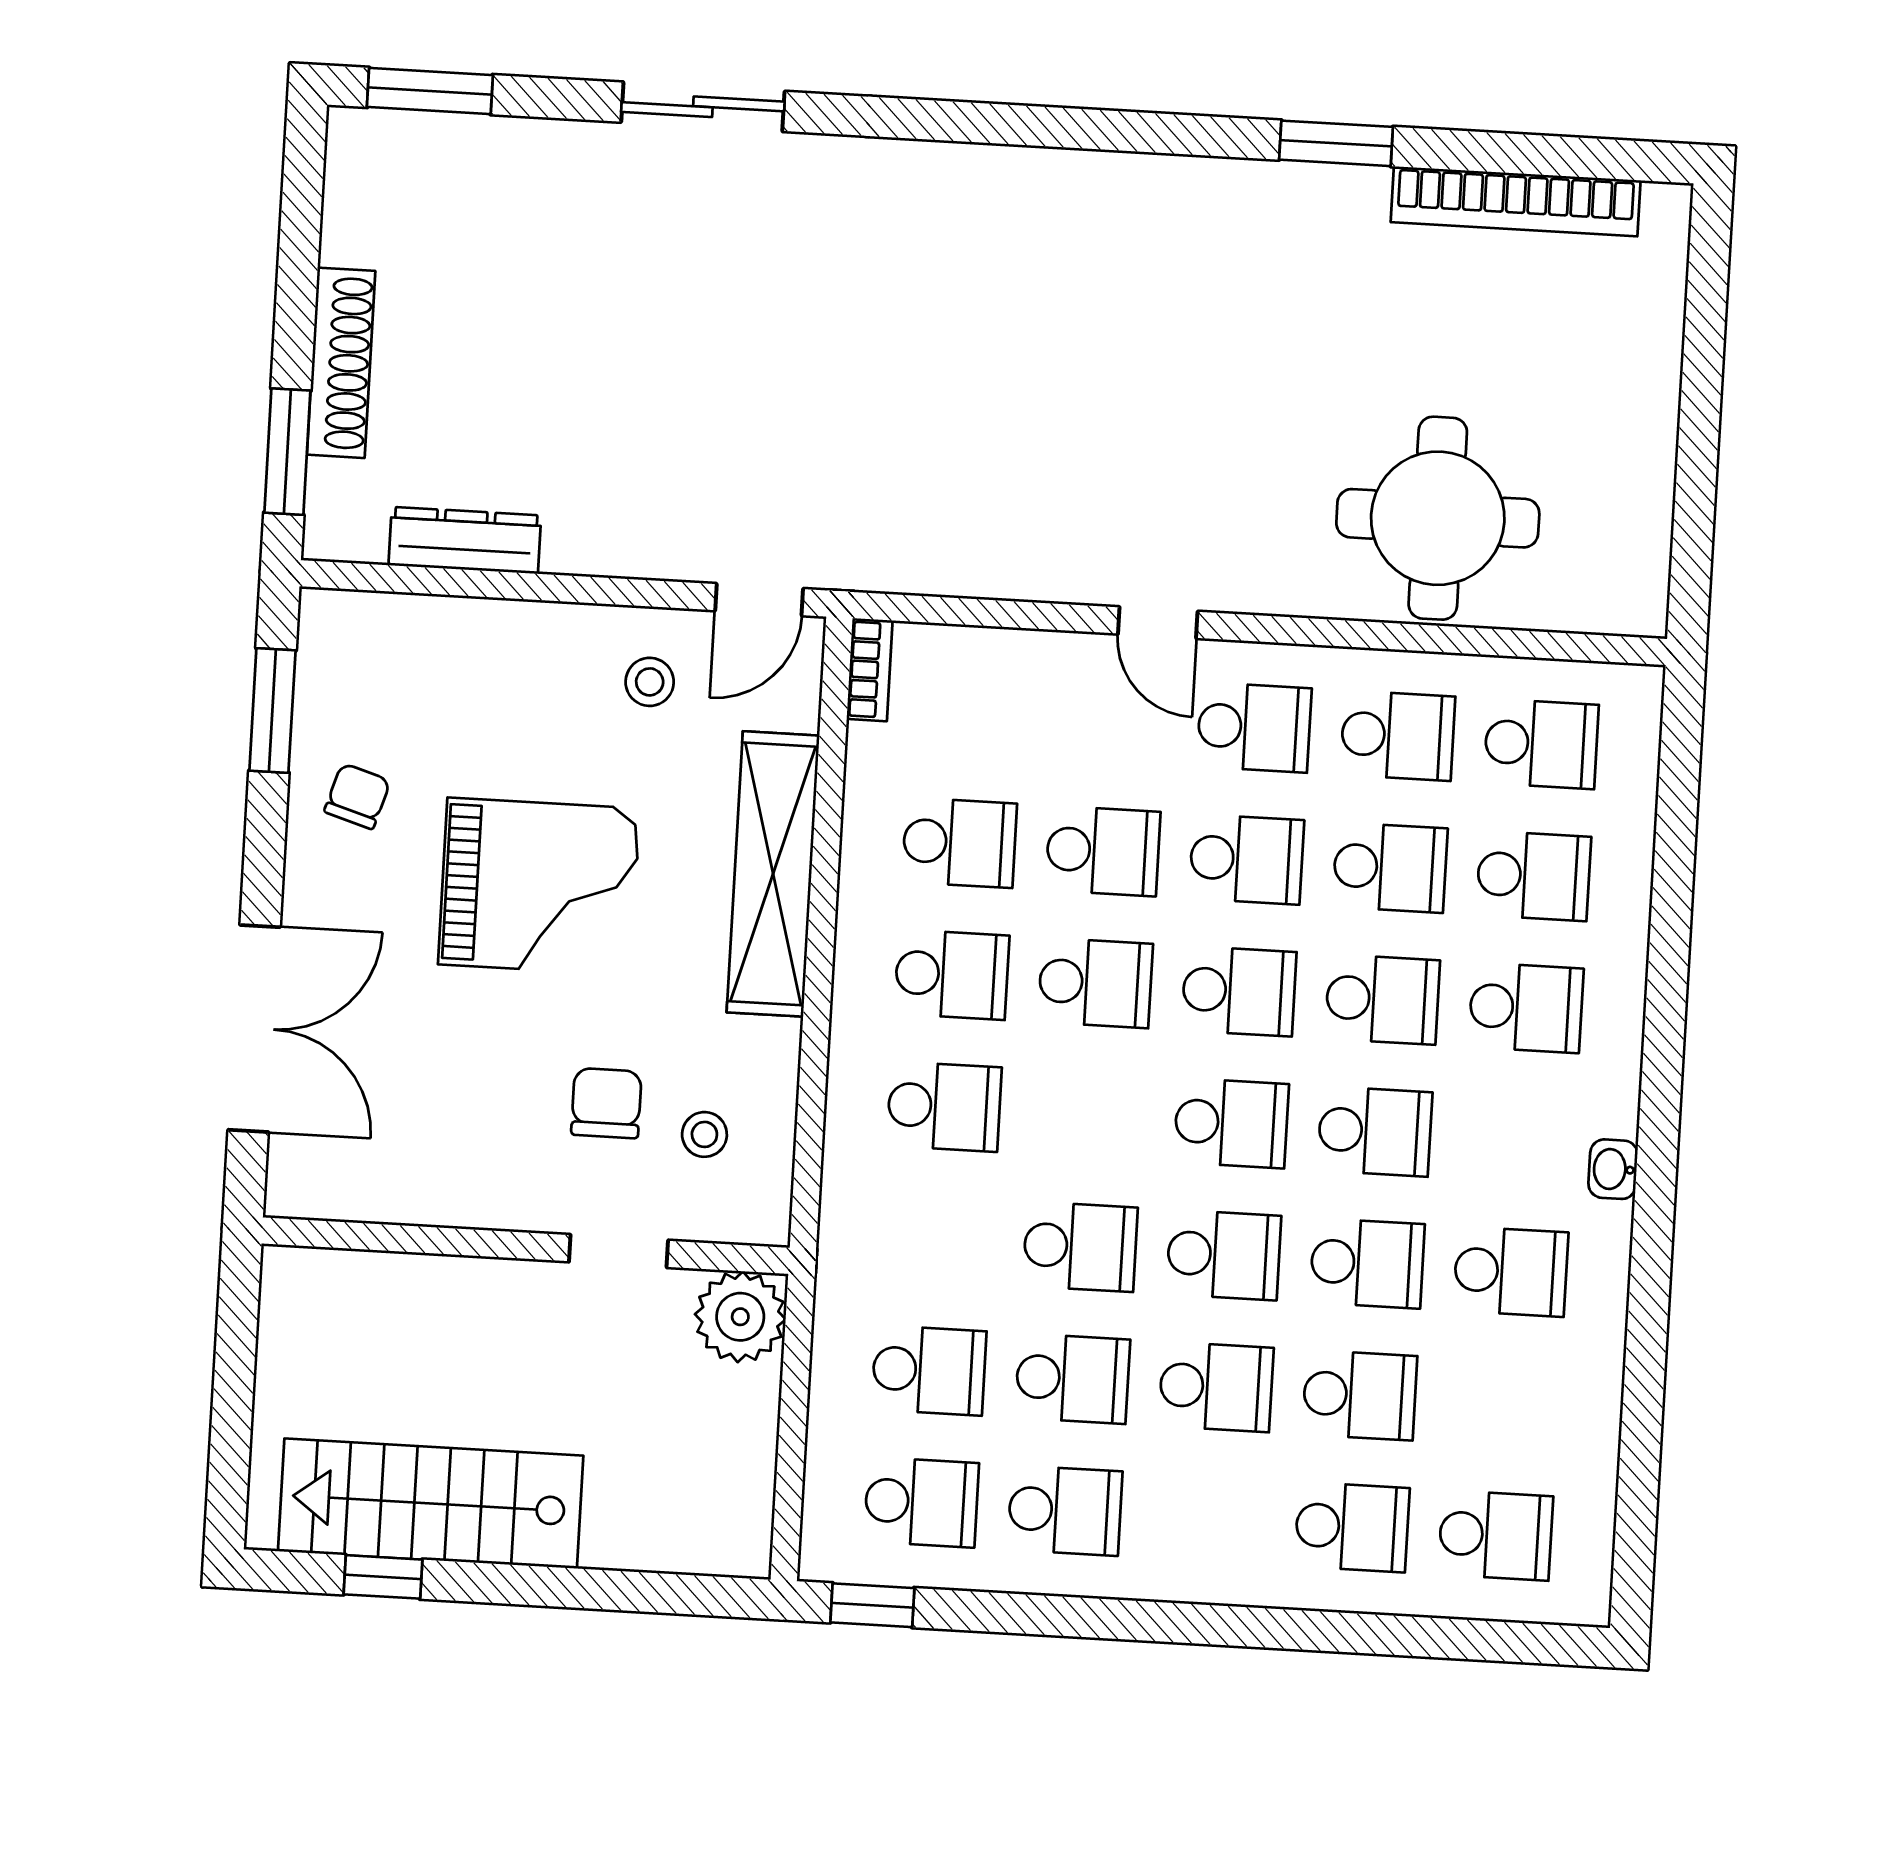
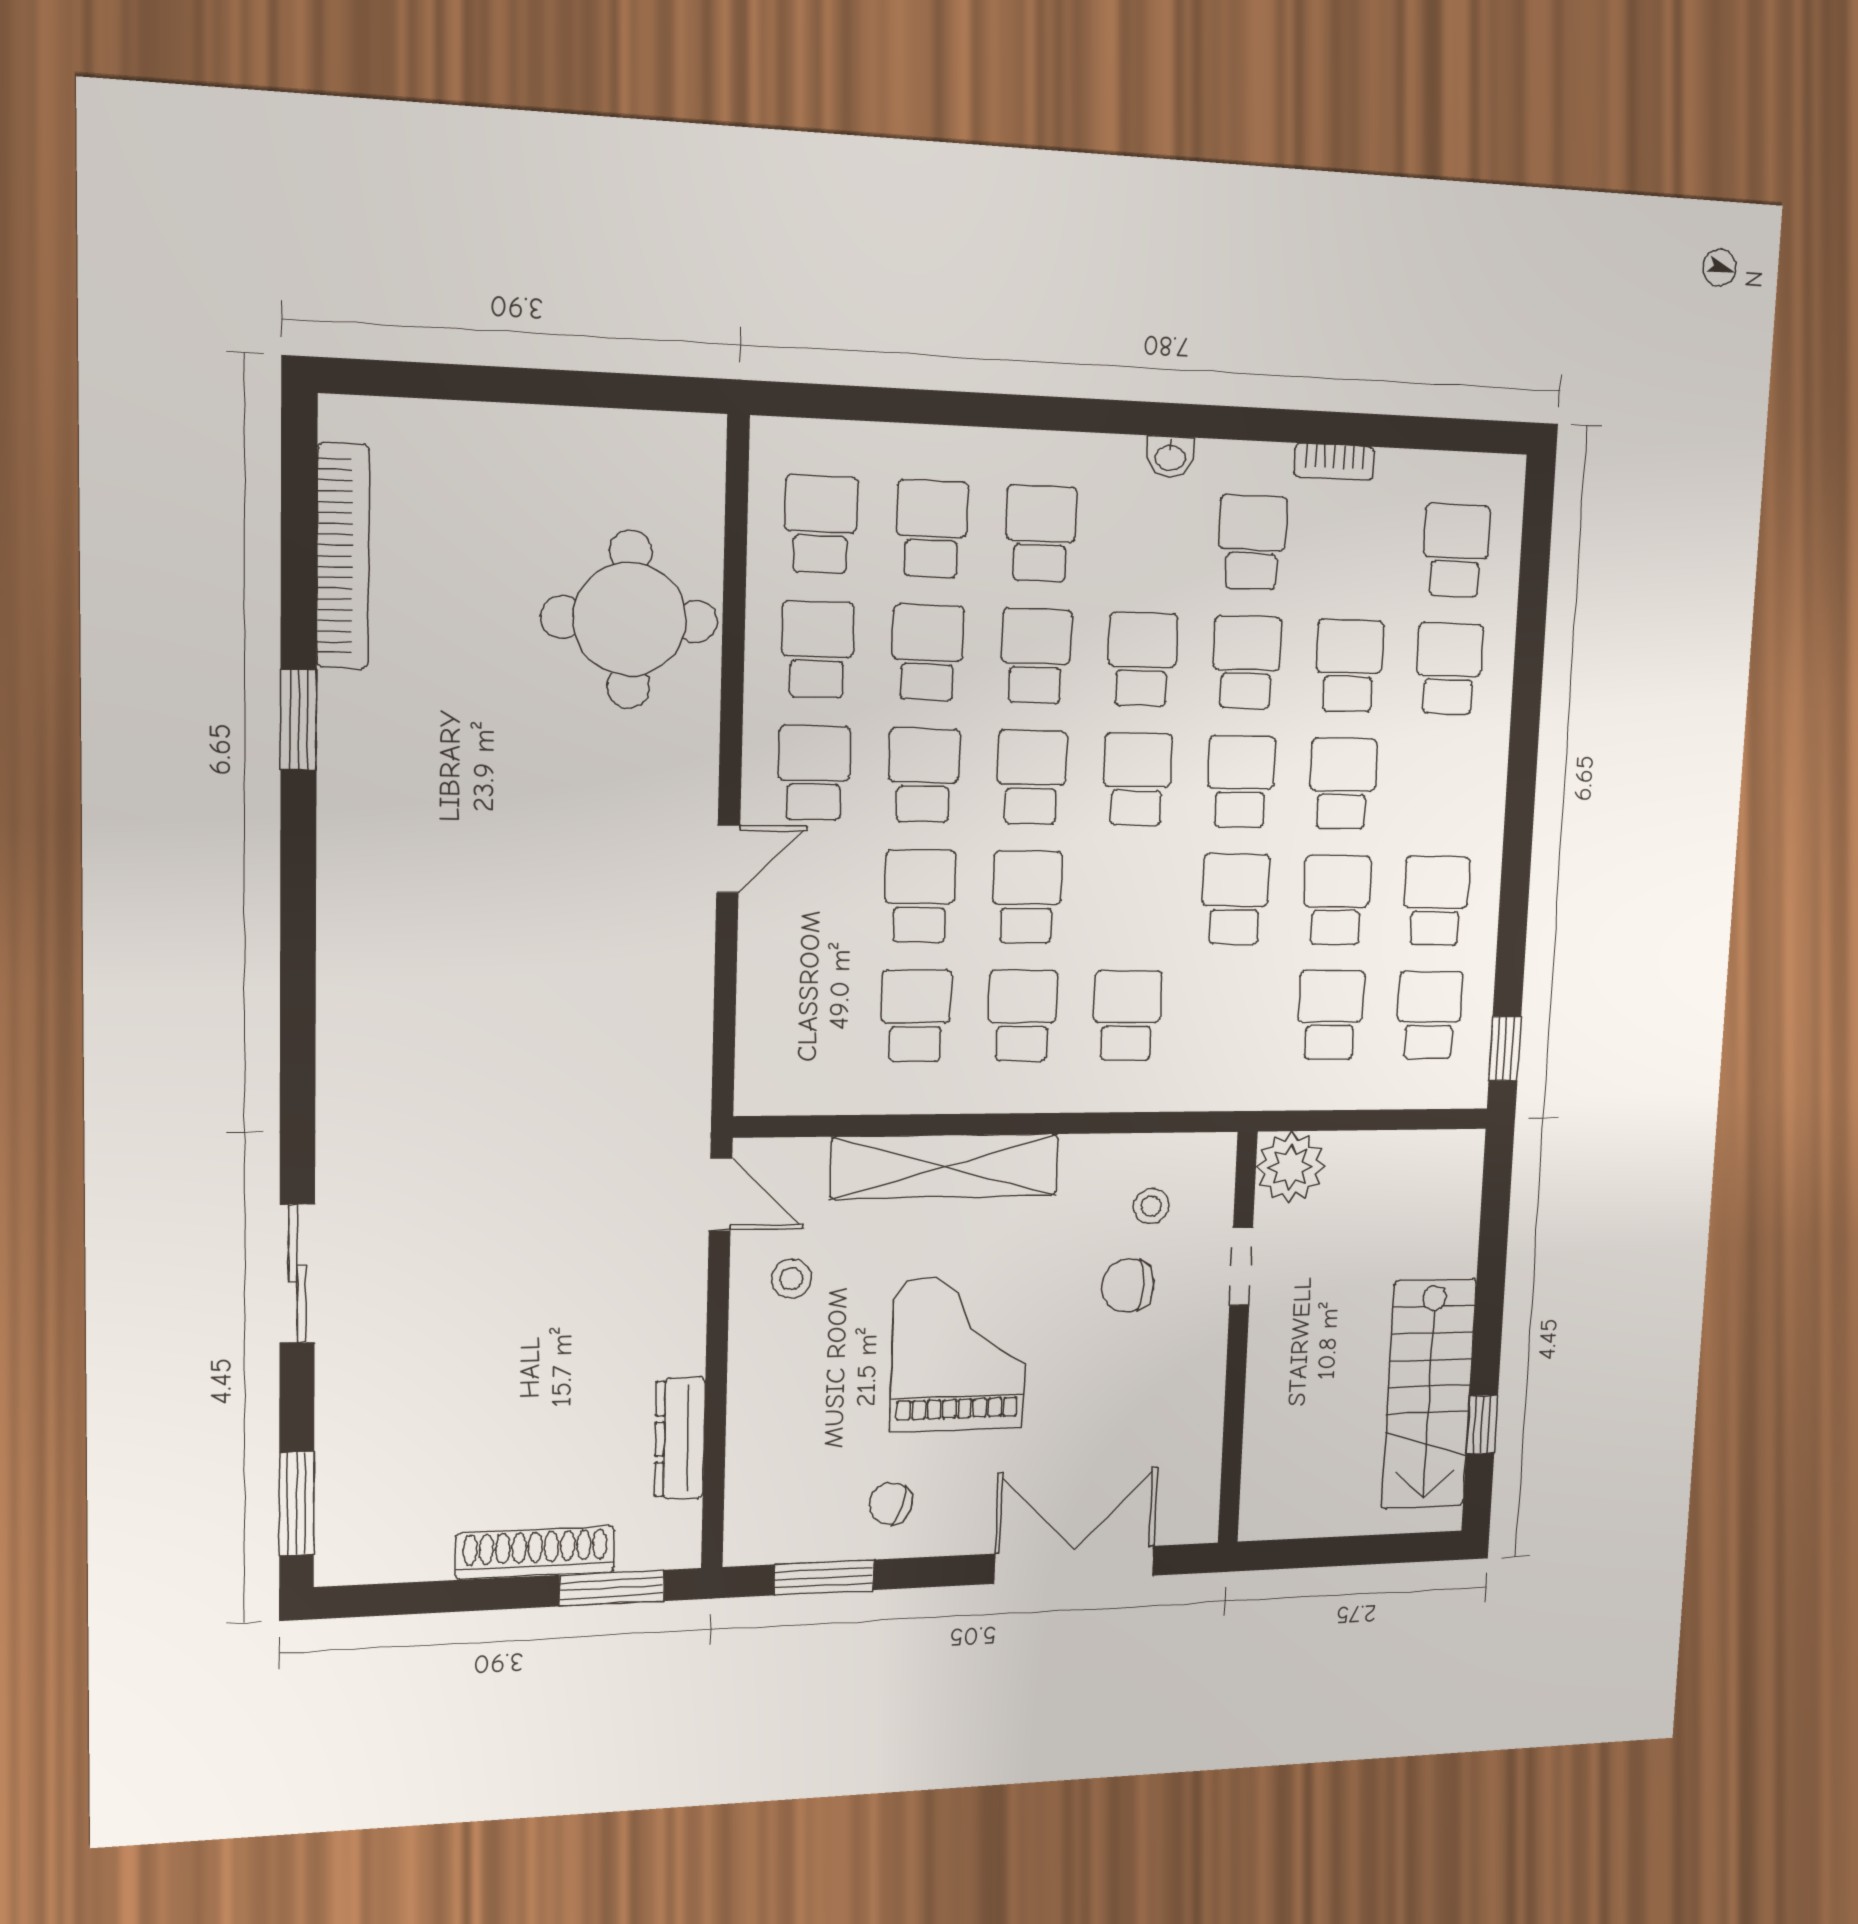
bookcase: (870, 670) -> (1334, 462), moved, turned 180

